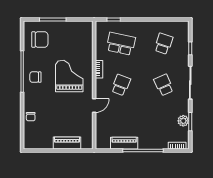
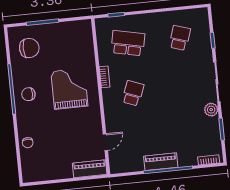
school desk: (164, 85) -> (185, 88), removed
door: (94, 106) -> (105, 142), moved
plant: (183, 121) -> (211, 110), moved
piano: (67, 143) -> (90, 169), moved
piano: (124, 143) -> (161, 162), moved

